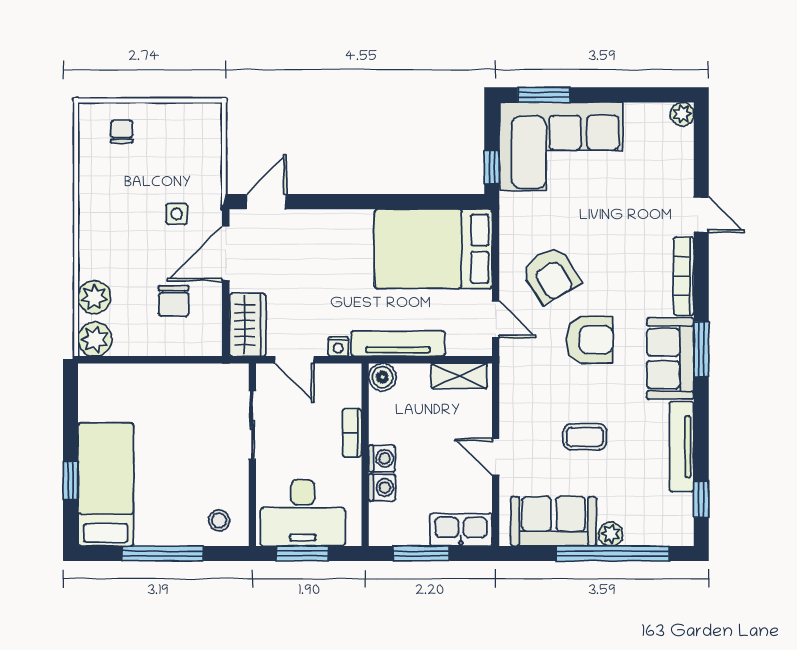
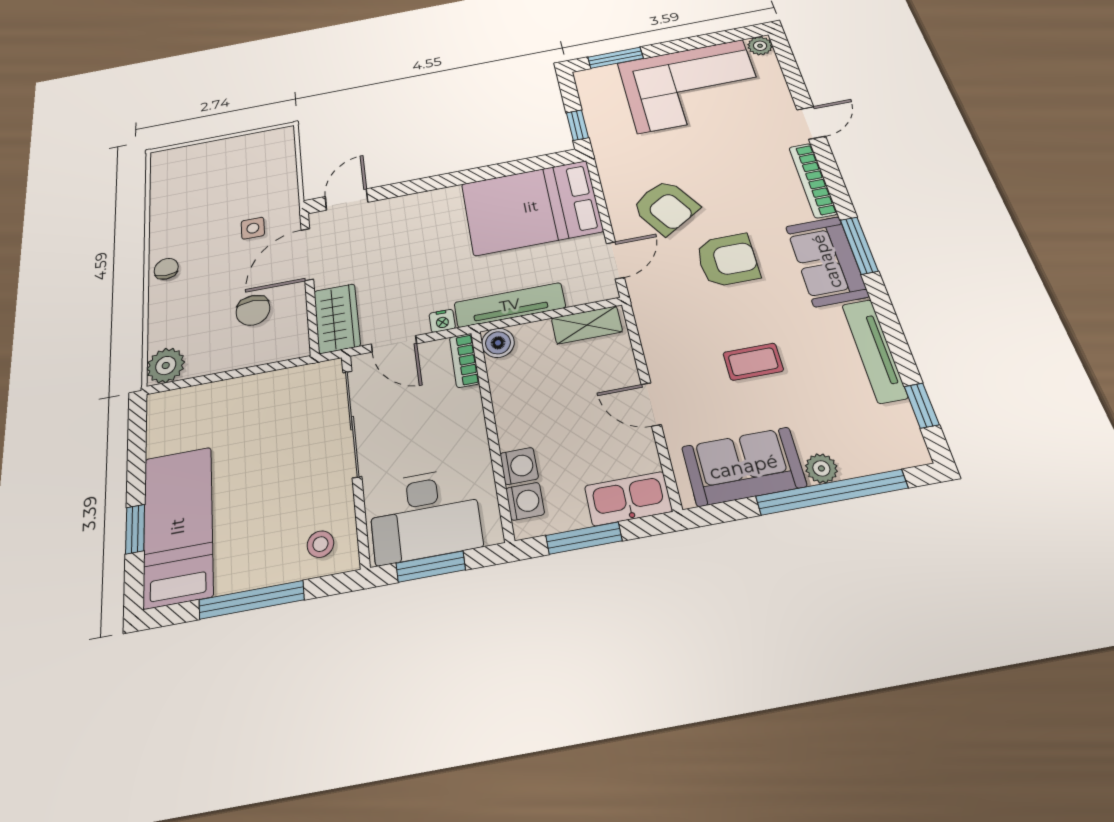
chair: (122, 132) -> (166, 269), moved
corner sofa: (561, 146) -> (691, 86), moved
door: (701, 215) -> (811, 123), hinge flipped
plant: (94, 297) -> (165, 323), removed
door: (496, 319) -> (615, 260), hinge flipped
sliding door: (252, 425) -> (352, 423), width x1.37
bookcase: (352, 433) -> (464, 360), moved
washing machine: (382, 458) -> (525, 501), moved

